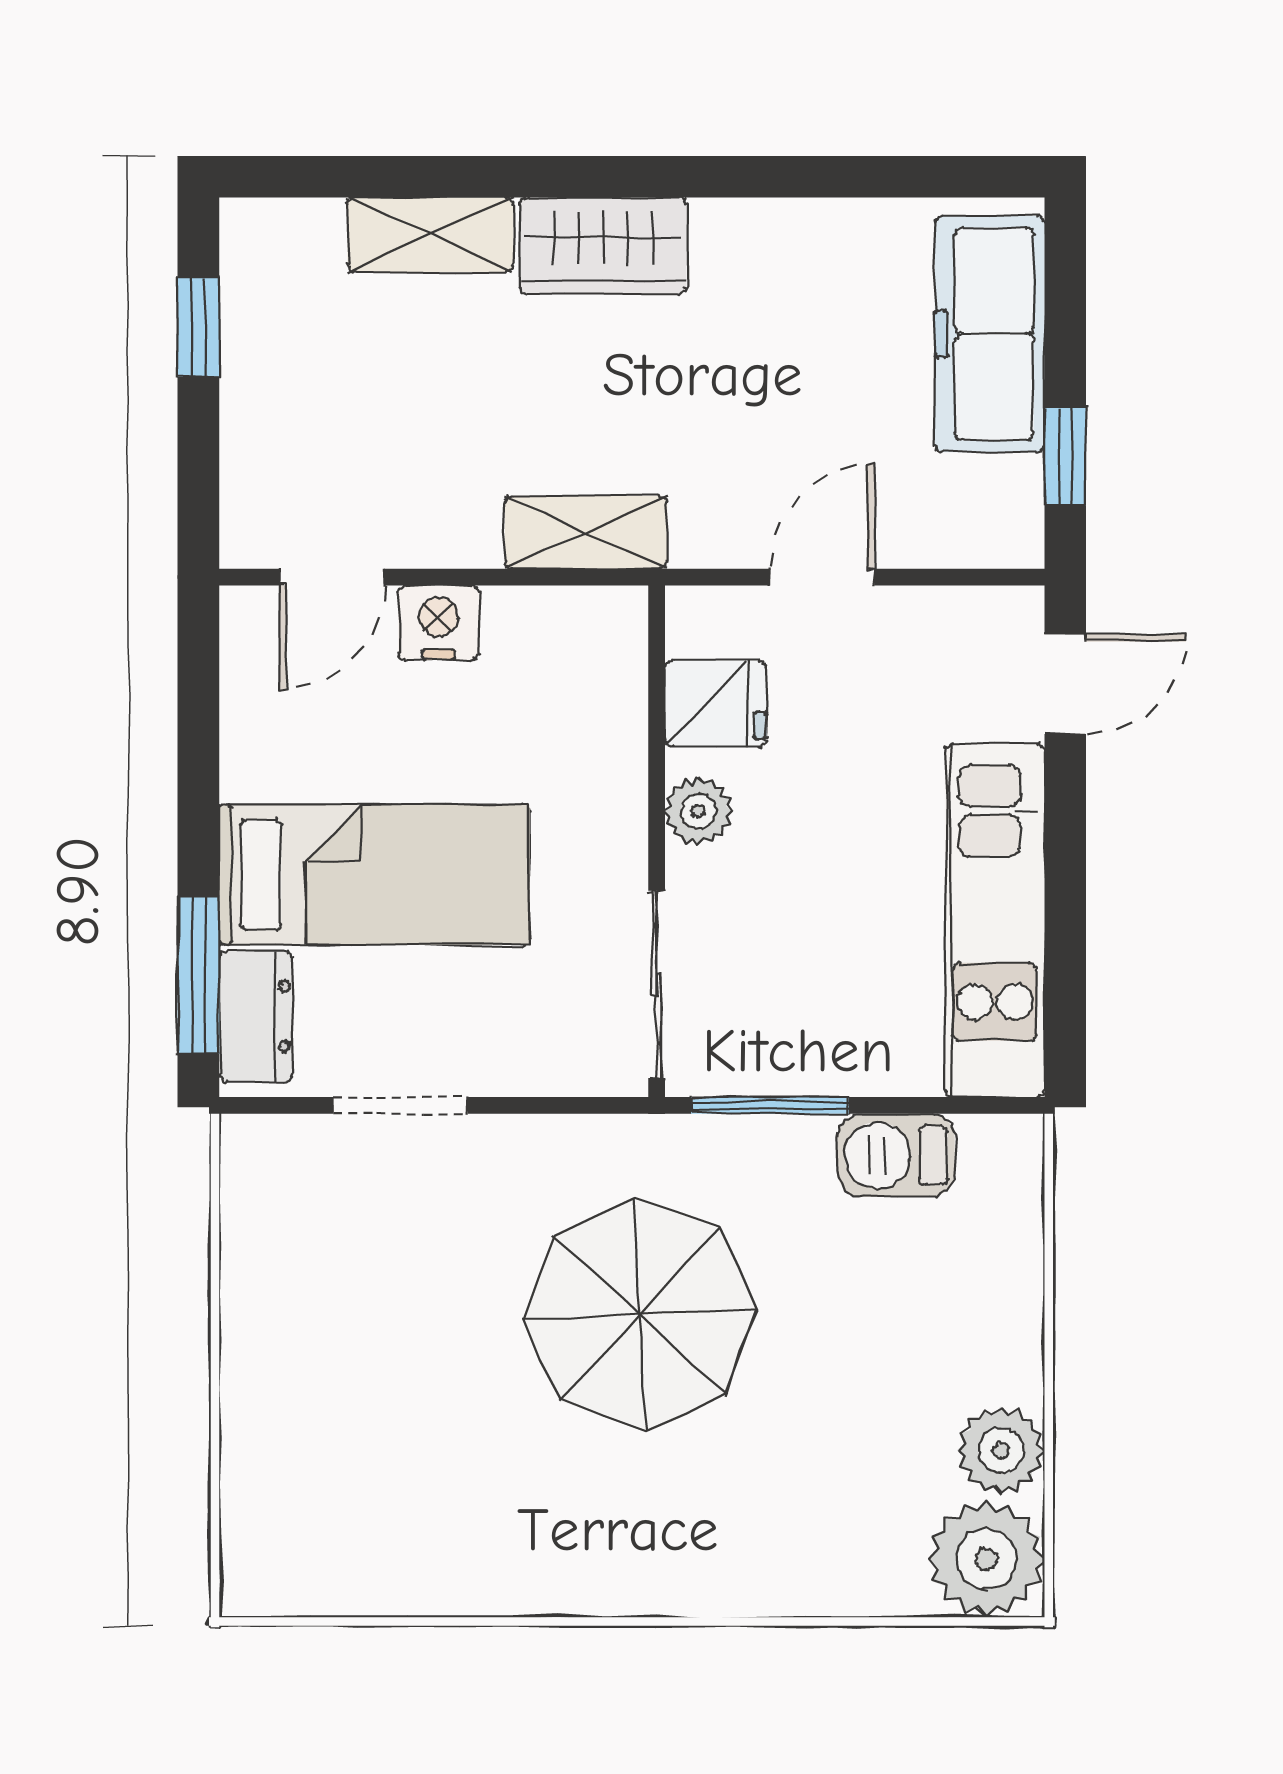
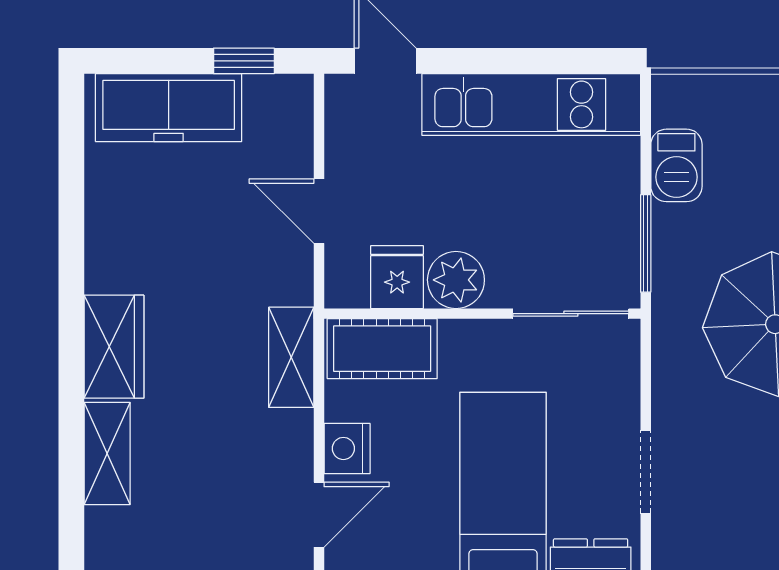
door: (332, 577) -> (319, 515), hinge flipped
cot: (600, 679) -> (382, 349), added
plant: (698, 811) -> (456, 280), width x1.38, depth x1.38

